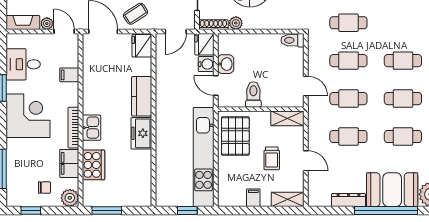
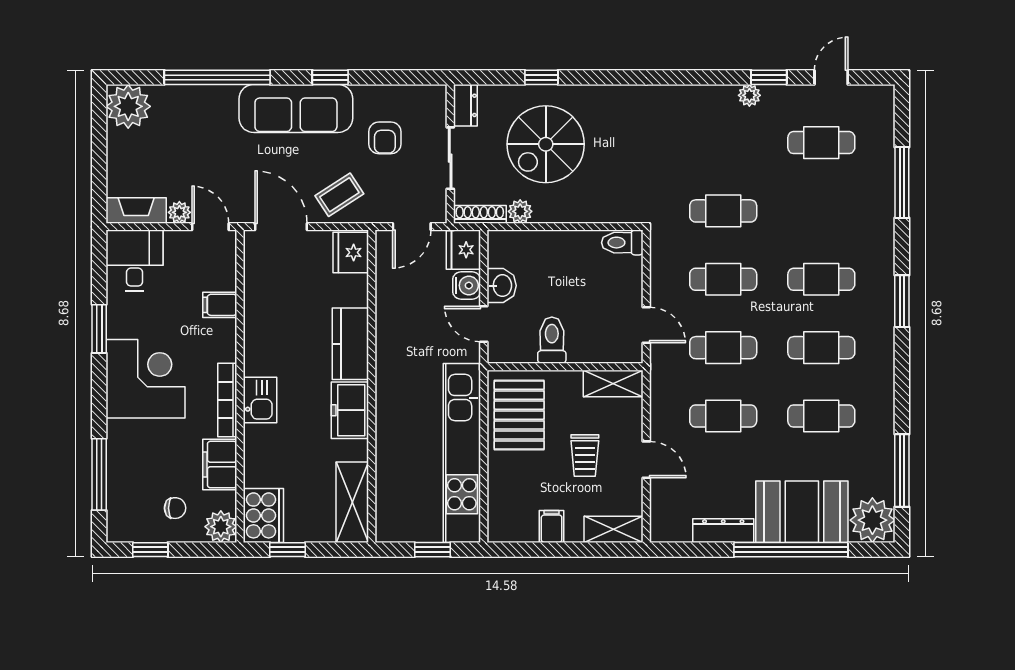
desk: (23, 64) -> (135, 261), moved, turned 90
cooker: (93, 165) -> (263, 515), moved
shelving: (143, 184) -> (352, 502), added
window: (107, 211) -> (287, 550), width x0.67

